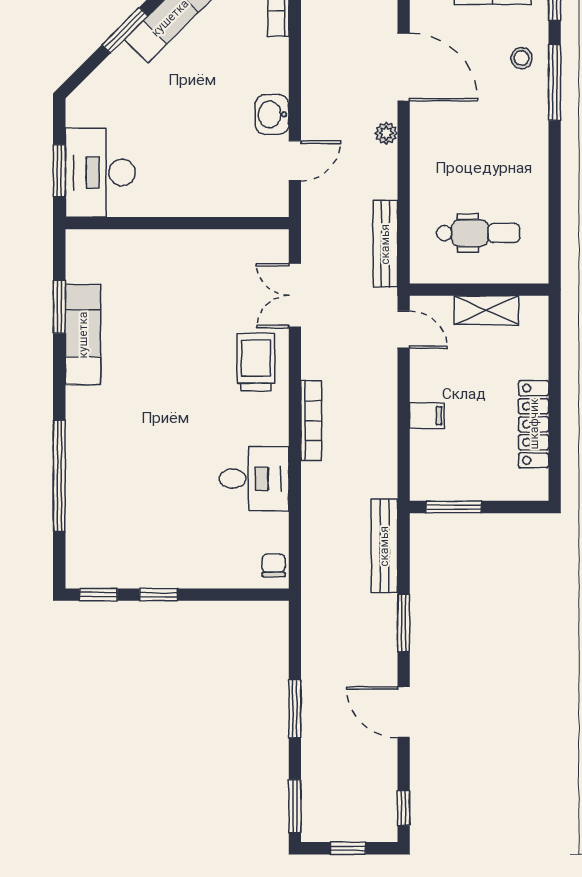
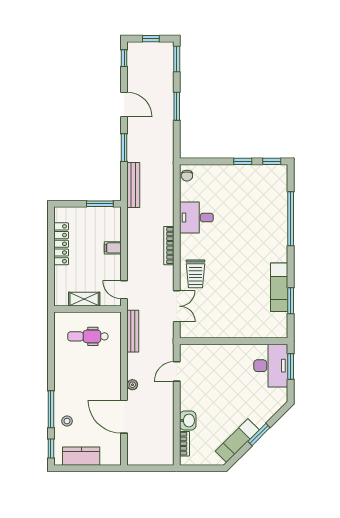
washbasin: (272, 114) -> (188, 421), moved

